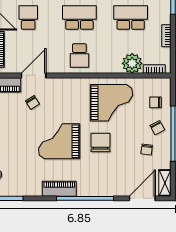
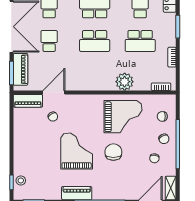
school desk: (79, 18) -> (95, 41), turned 180
school desk: (131, 18) -> (140, 41), turned 180
school desk: (79, 55) -> (95, 75), removed
plant: (132, 63) -> (125, 82), moved
grand piano: (59, 141) -> (77, 151), turned 90

